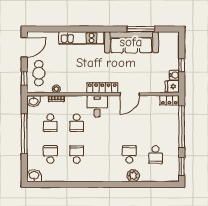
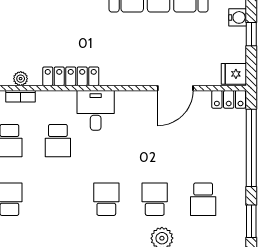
water cooler: (174, 75) -> (238, 17), moved
locker: (102, 88) -> (71, 76), moved
door: (130, 94) -> (175, 88), moved
school desk: (77, 155) -> (106, 199), moved

